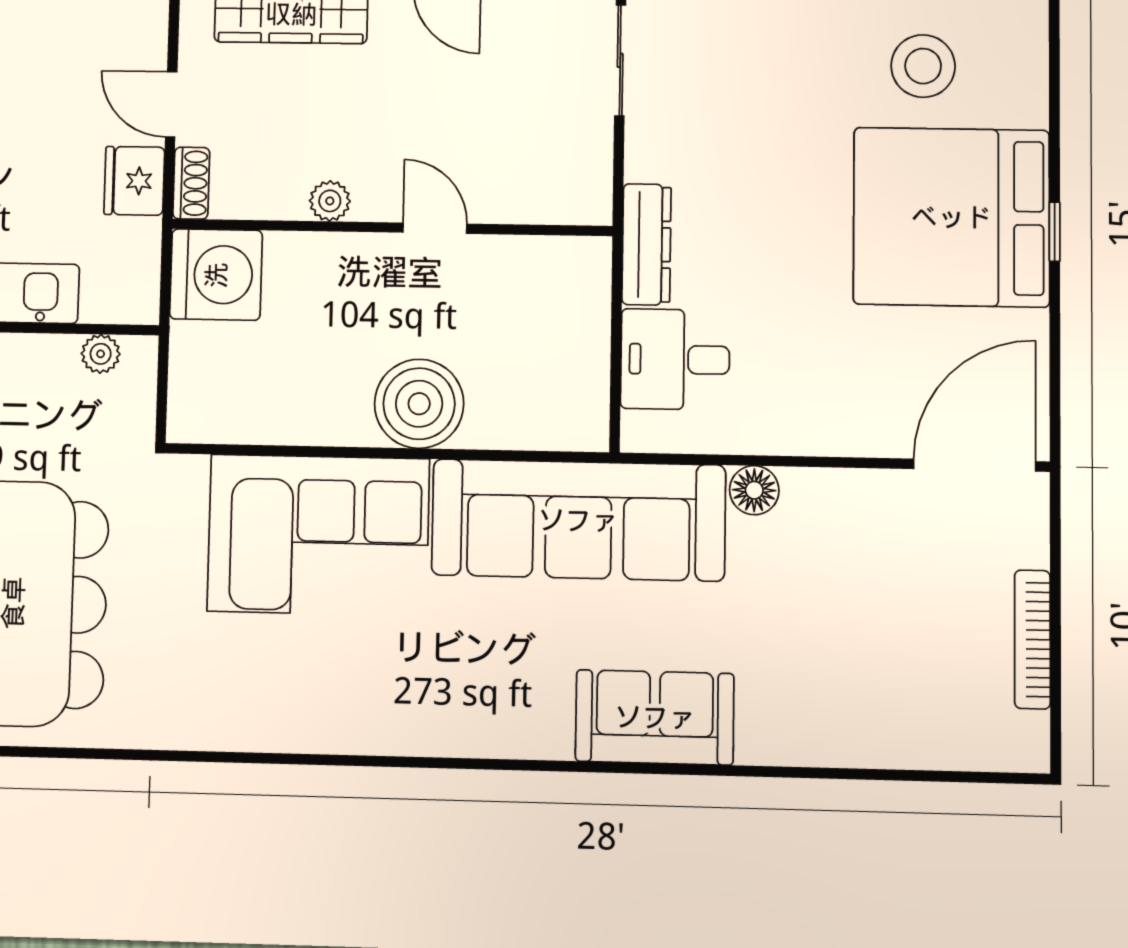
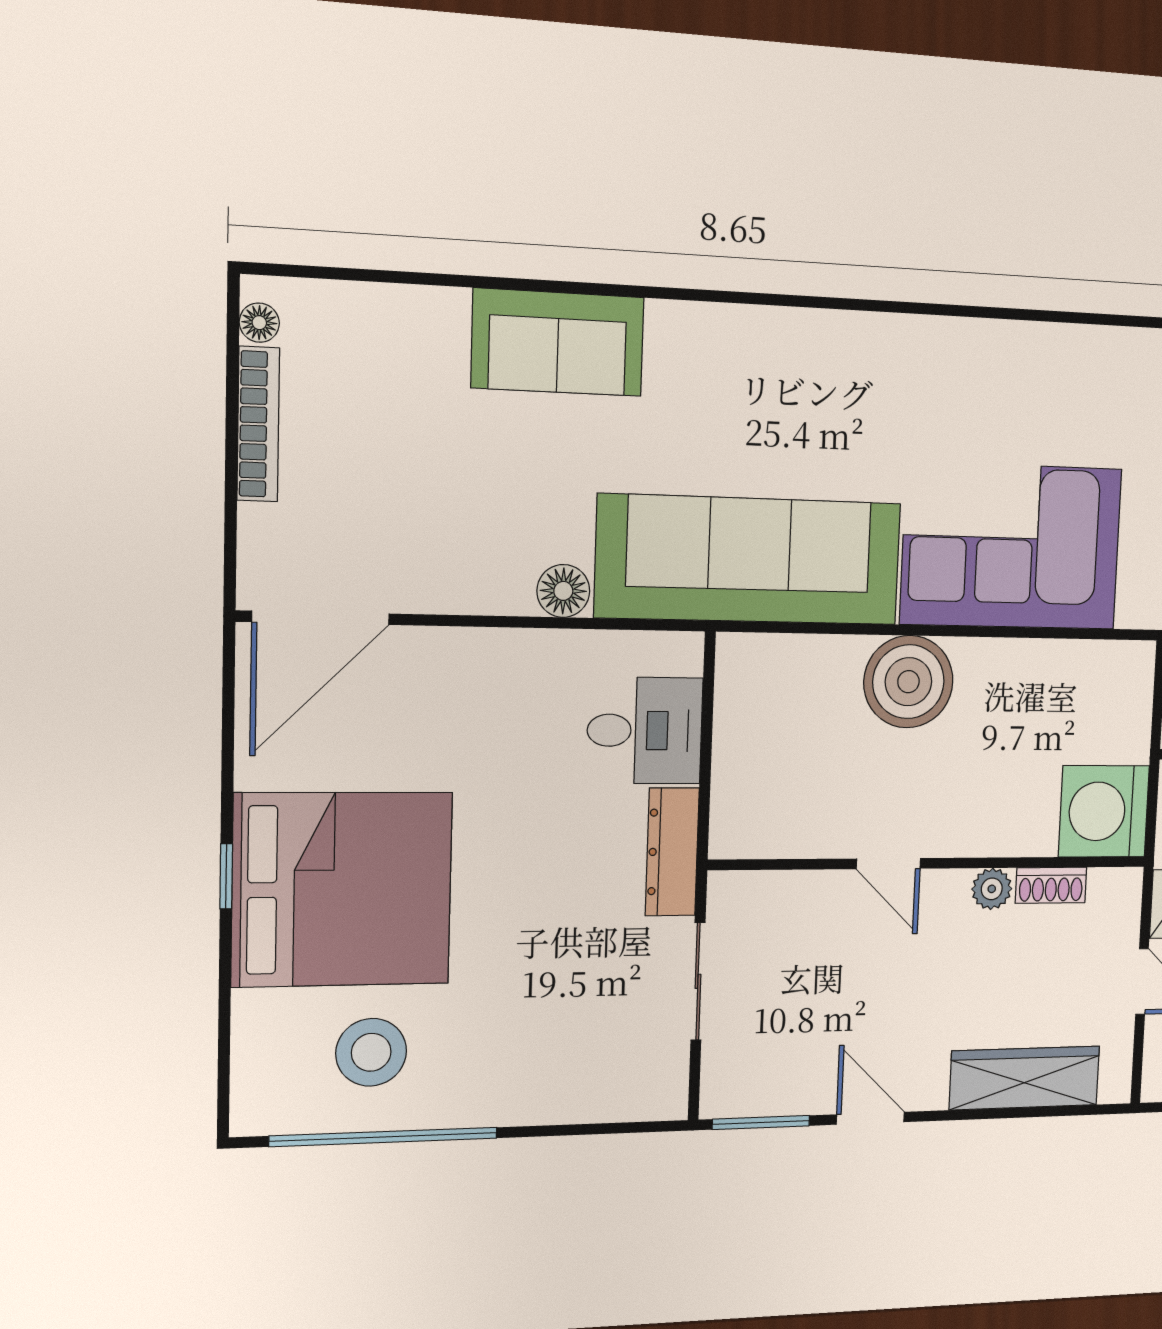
sliding door: (620, 60) -> (698, 981), moved
shoe rack: (191, 183) -> (1051, 885), moved, turned -90
sofa: (655, 717) -> (558, 342), moved
floor lamp: (1033, 731) -> (259, 323), added

